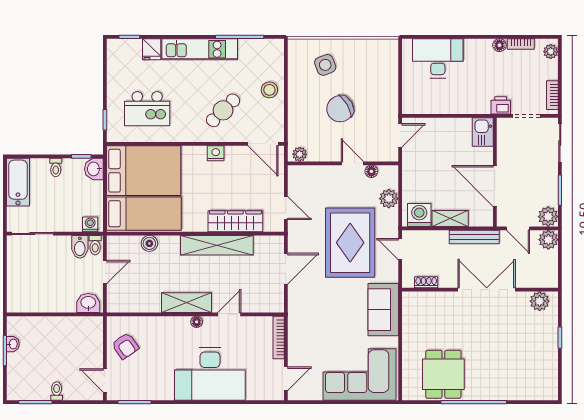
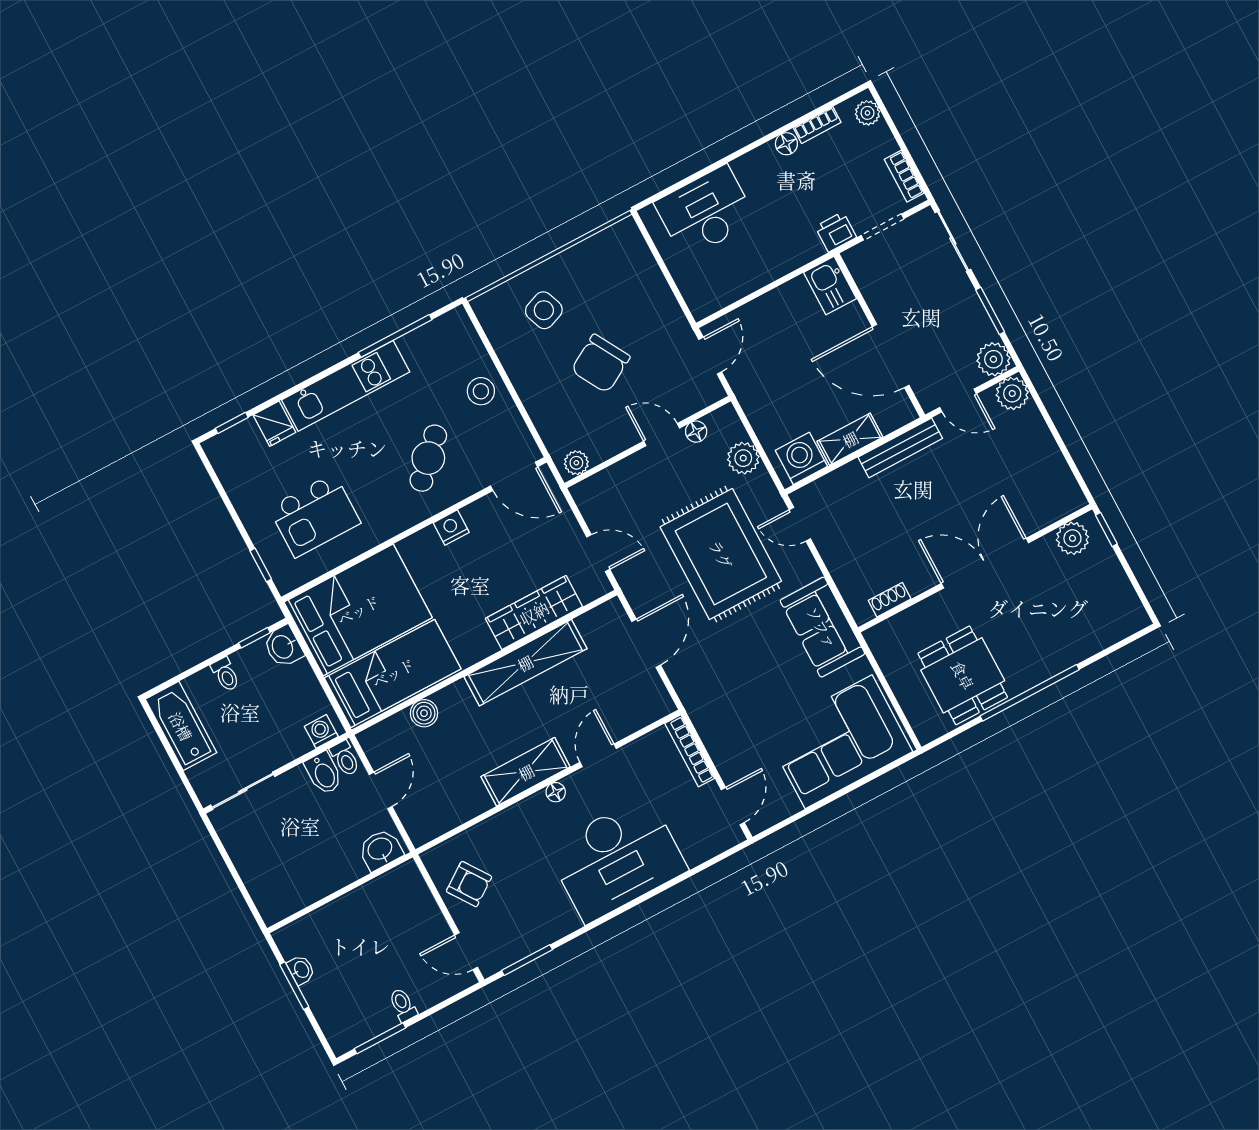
shoe rack: (426, 282) -> (890, 600), moved
wall: (480, 290) -> (975, 568), moved
double door: (487, 290) -> (985, 563), moved
plant: (540, 301) -> (1072, 538), moved

